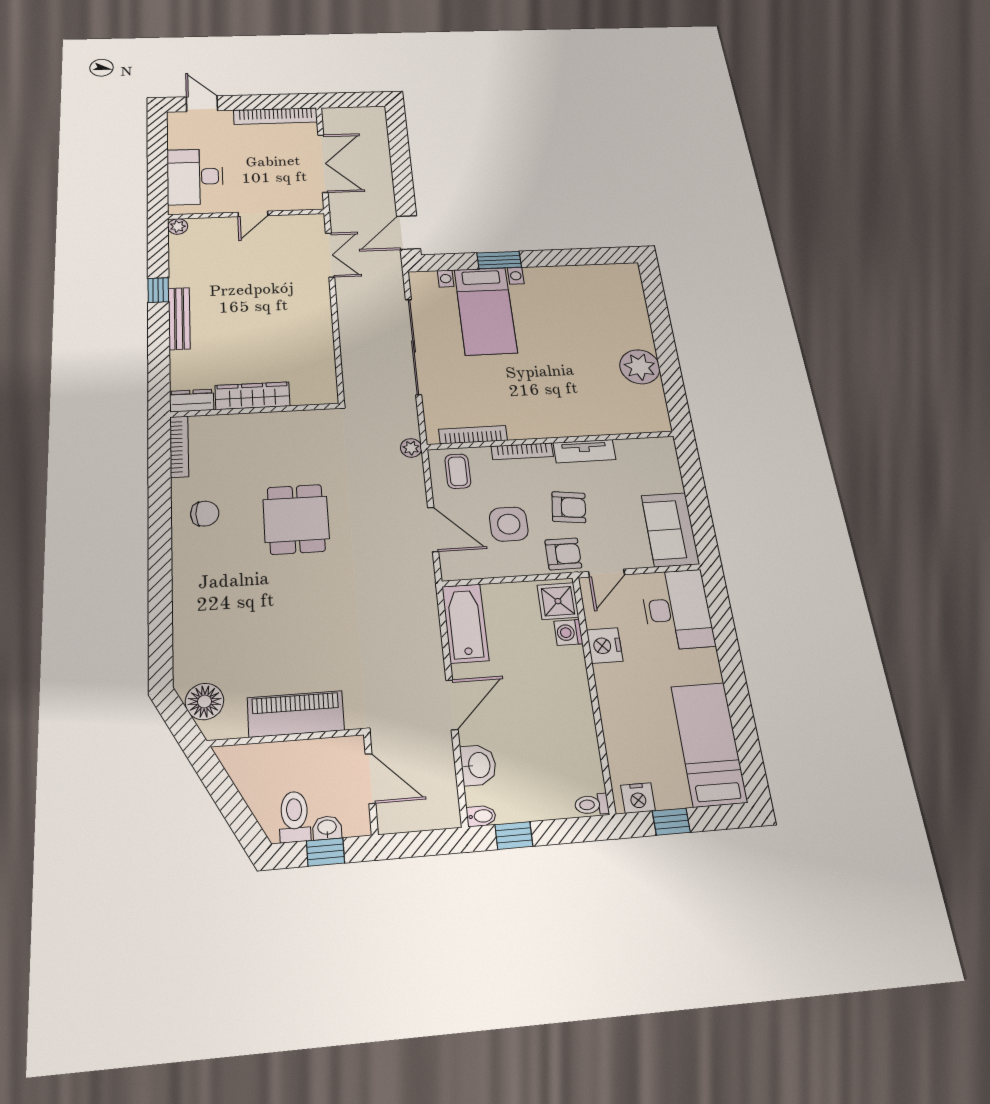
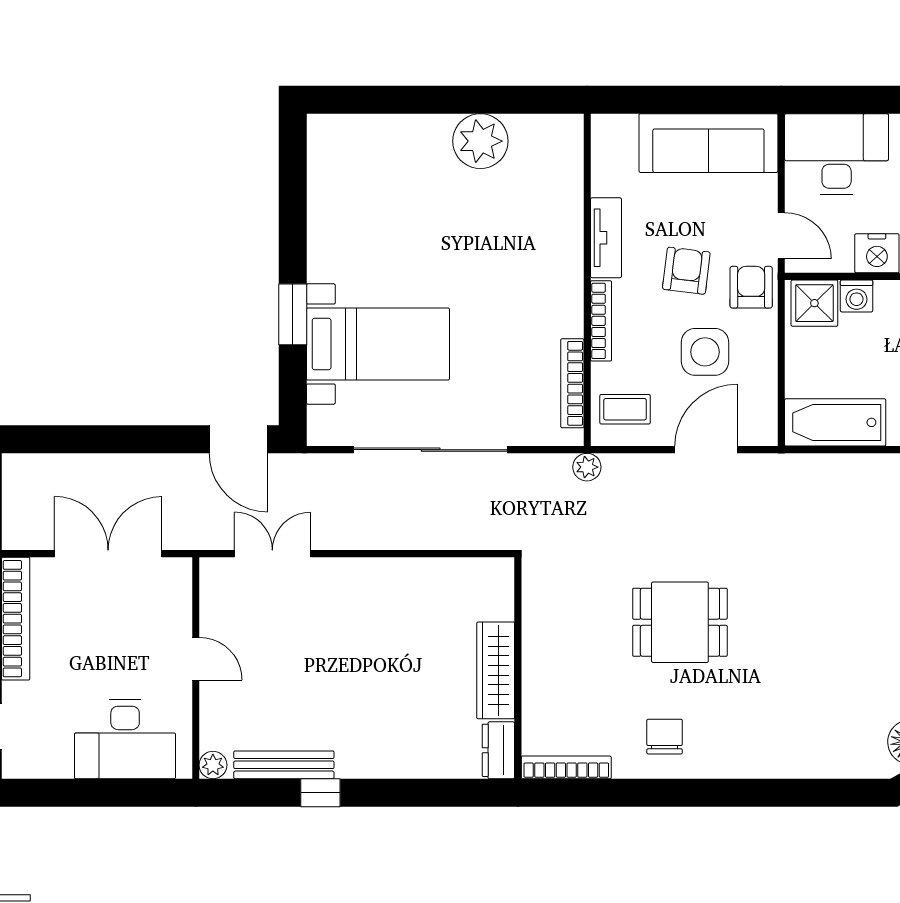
bench: (179, 318) -> (284, 765), moved
sofa: (670, 530) -> (708, 143), width x1.36

